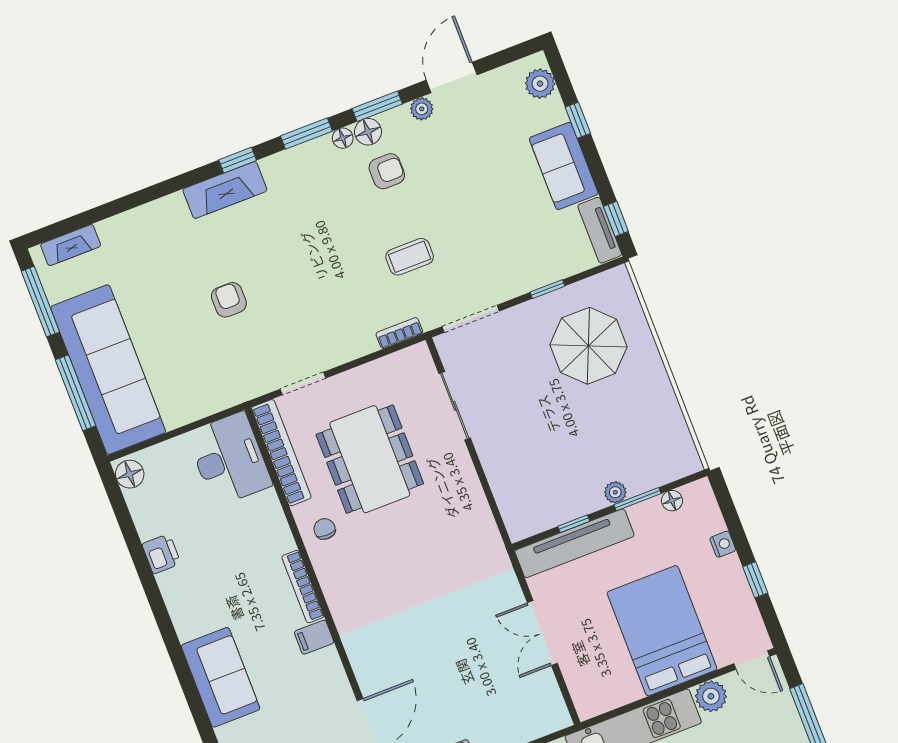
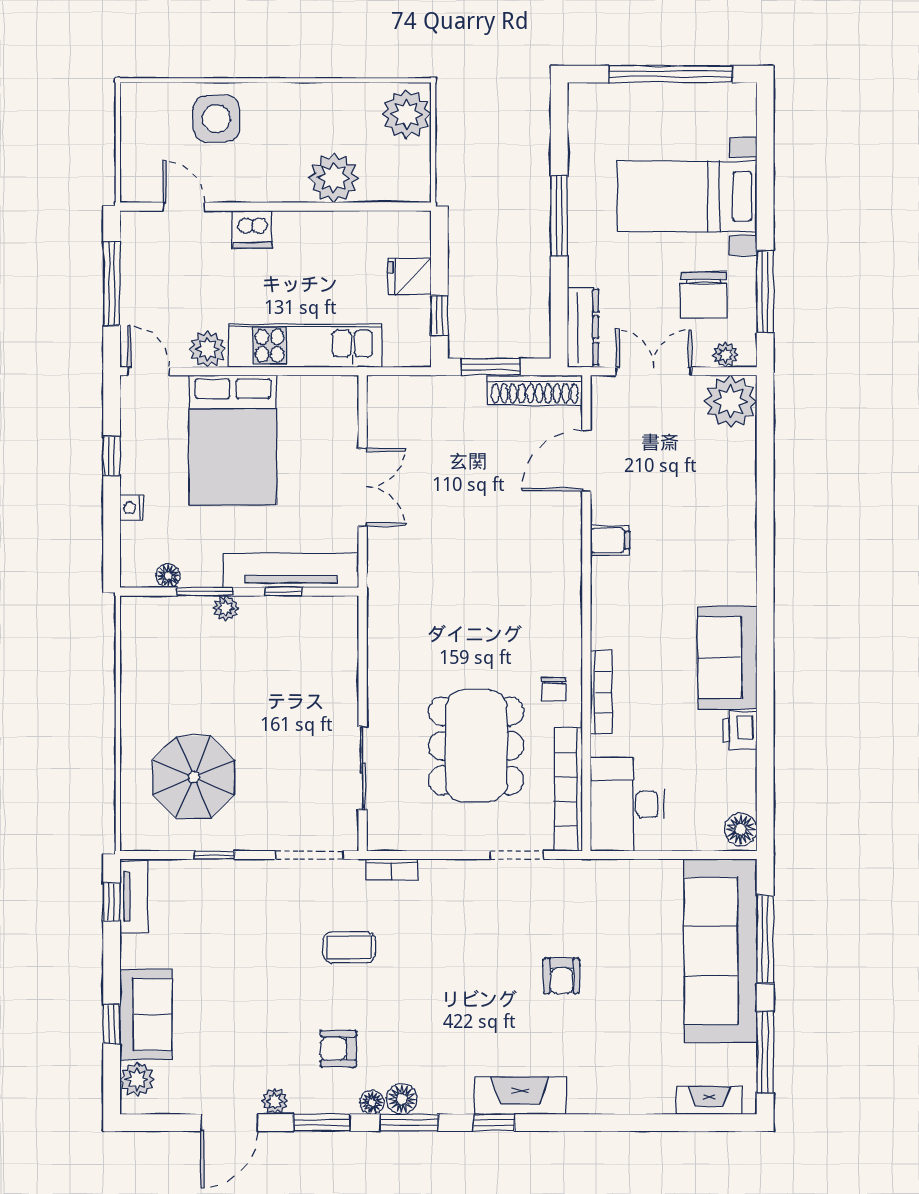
floor lamp: (368, 132) -> (402, 1099), moved
sofa: (564, 166) -> (146, 1014), moved
bookcase: (303, 587) -> (601, 692), moved
filing cabinet: (314, 637) -> (610, 540), moved
sofa: (221, 677) -> (727, 658), moved

